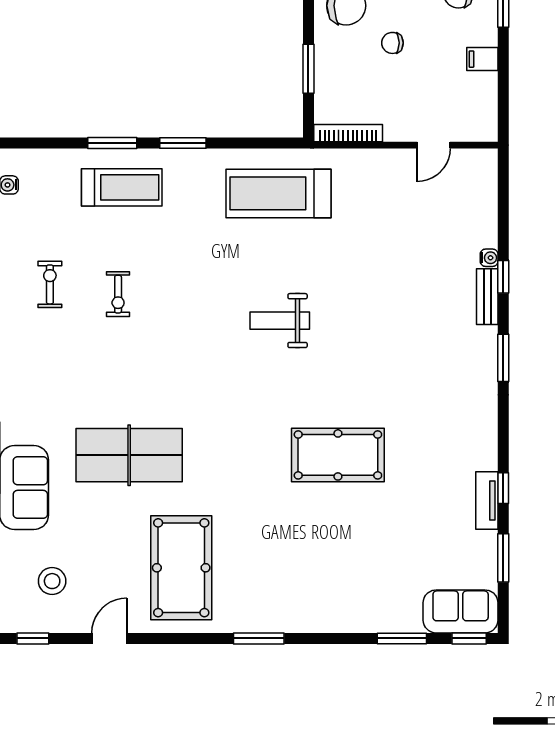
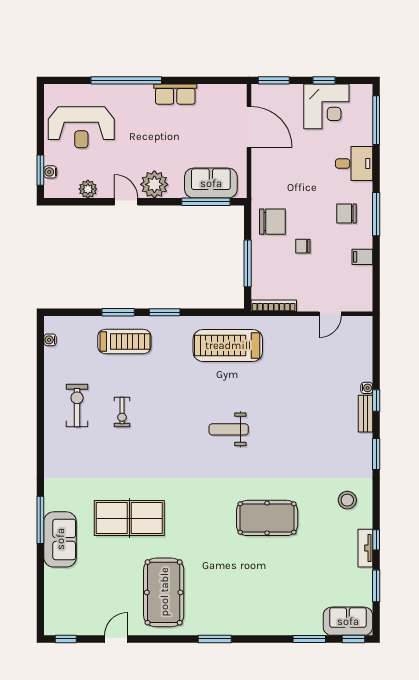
window: (308, 69) -> (248, 263), width x1.44
exercise bike: (50, 284) -> (77, 406), width x1.38, depth x1.39
stool: (52, 581) -> (347, 500), moved

